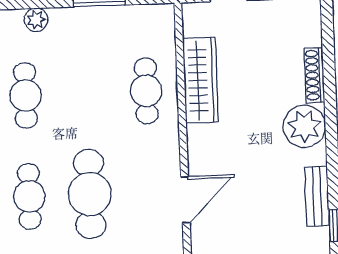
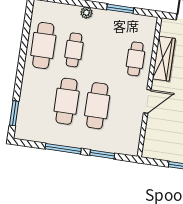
cafe table: (29, 196) -> (67, 101), width x1.37, depth x1.35
door: (185, 200) -> (147, 101), moved

